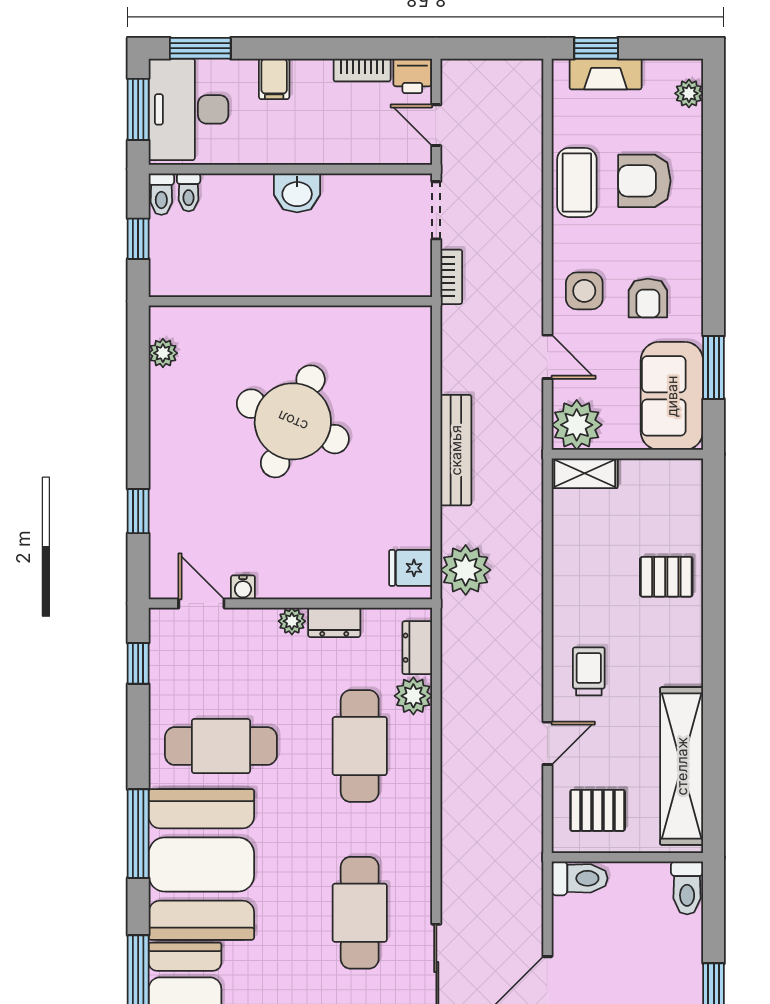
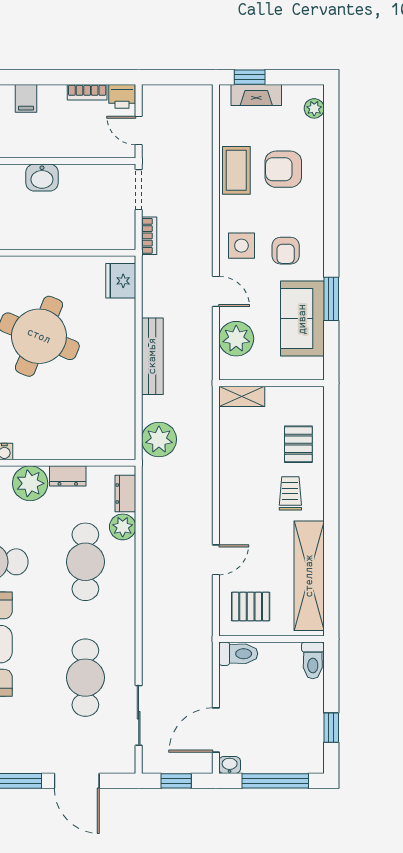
wall: (627, 454) -> (271, 383), moved
shelving: (585, 473) -> (242, 396), moved
fridge: (411, 568) -> (121, 281), moved, width x1.38
pallet: (666, 577) -> (298, 444), turned 90
plant: (292, 621) -> (30, 483), width x1.88, depth x1.88
trolley: (589, 671) -> (290, 493), moved

